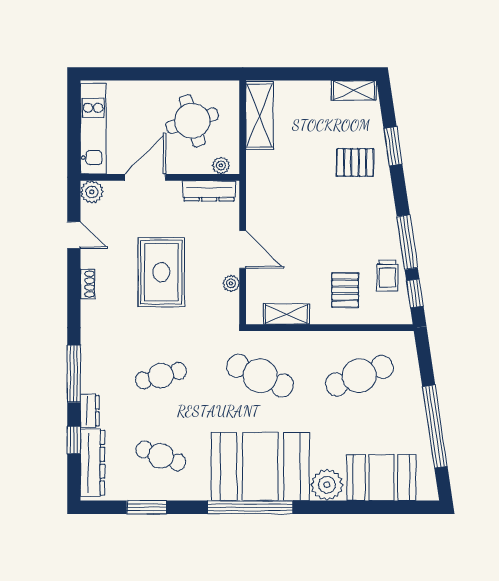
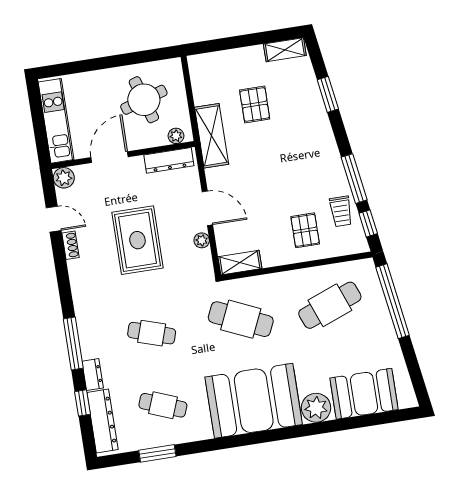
shelving: (260, 116) -> (212, 136), moved
pallet: (355, 162) -> (255, 105), moved, turned 90
shoe rack: (88, 284) -> (70, 245), moved
shelving: (286, 314) -> (240, 263), moved
cafe table: (161, 376) -> (152, 333), turned 33
window: (435, 427) -> (393, 301), moved
window: (250, 507) -> (250, 439), removed

